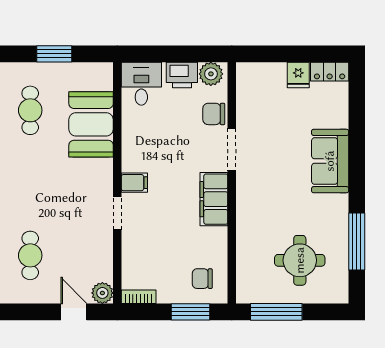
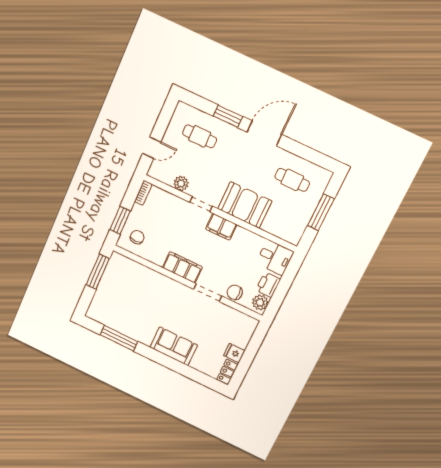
window: (54, 54) -> (321, 212), width x1.44
chair: (214, 114) -> (235, 292), turned -90
booth: (91, 124) -> (245, 205), moved
filing cabinet: (134, 183) -> (221, 227), width x2.00
round table: (300, 260) -> (122, 300), removed
plant: (102, 293) -> (181, 183), moved

